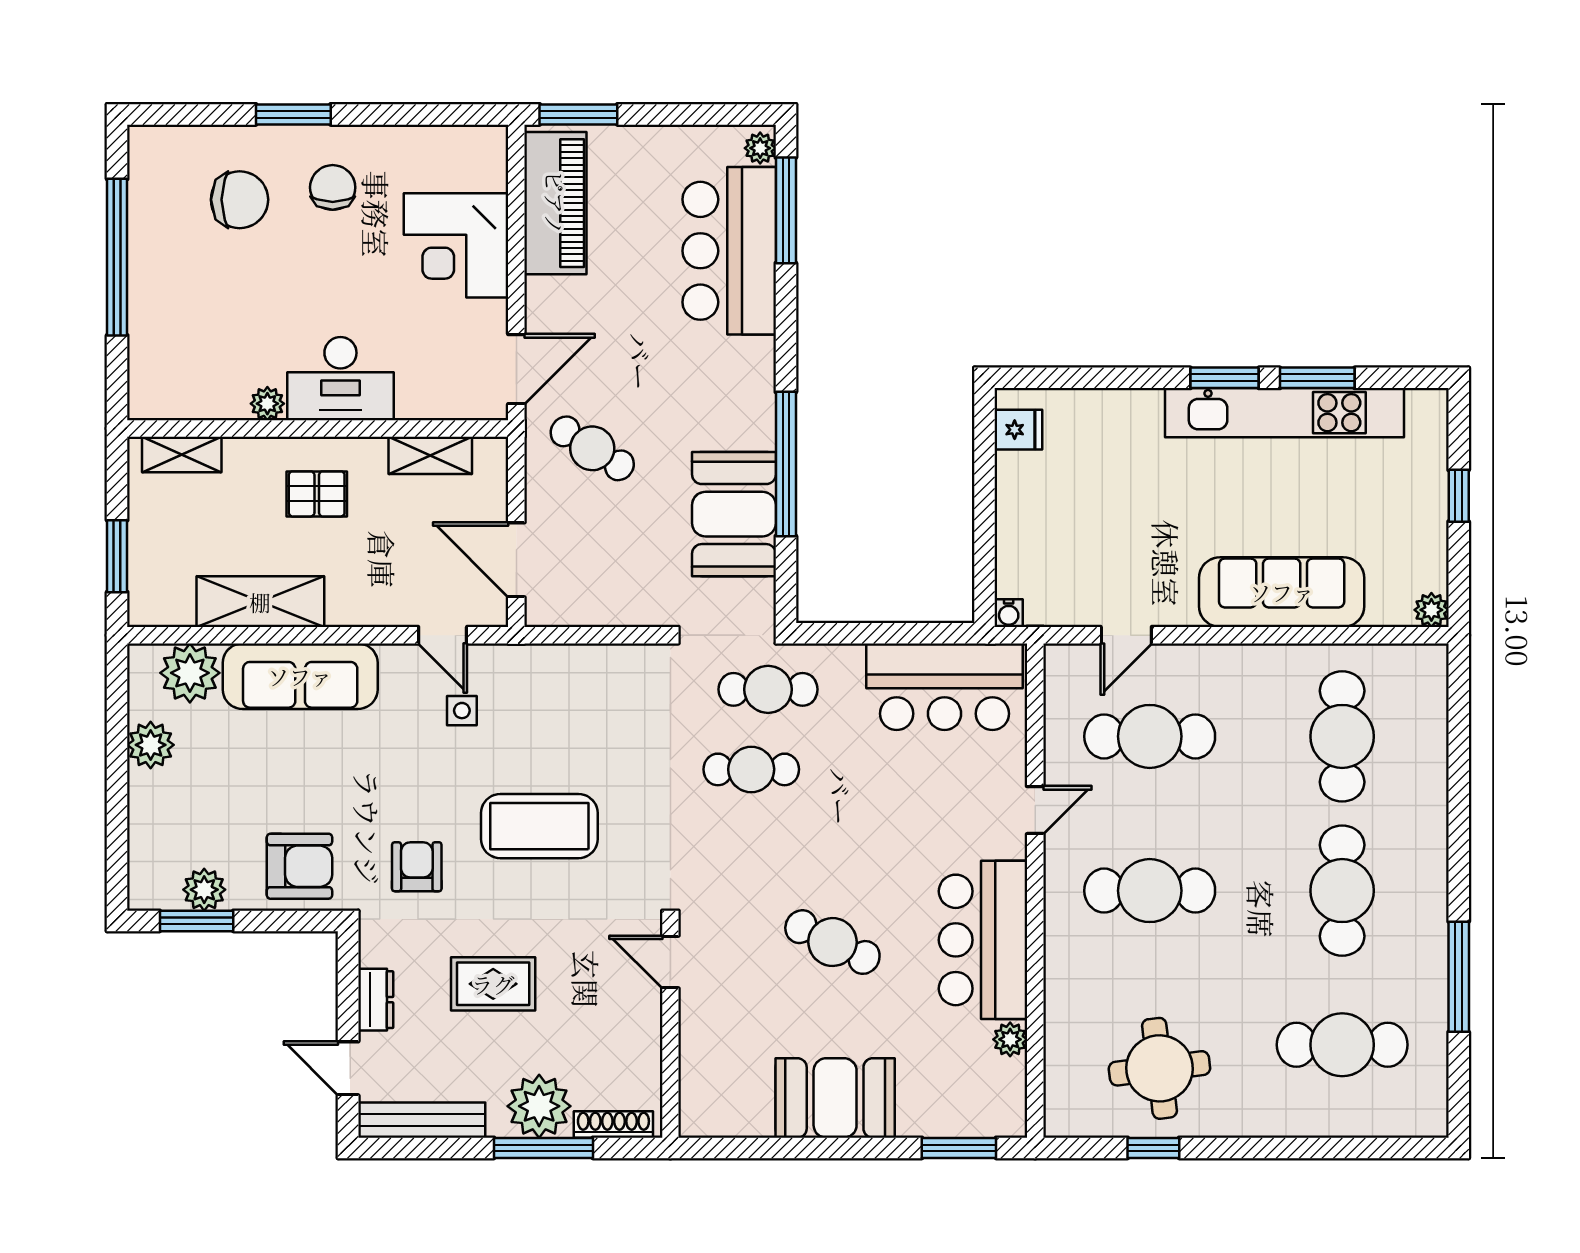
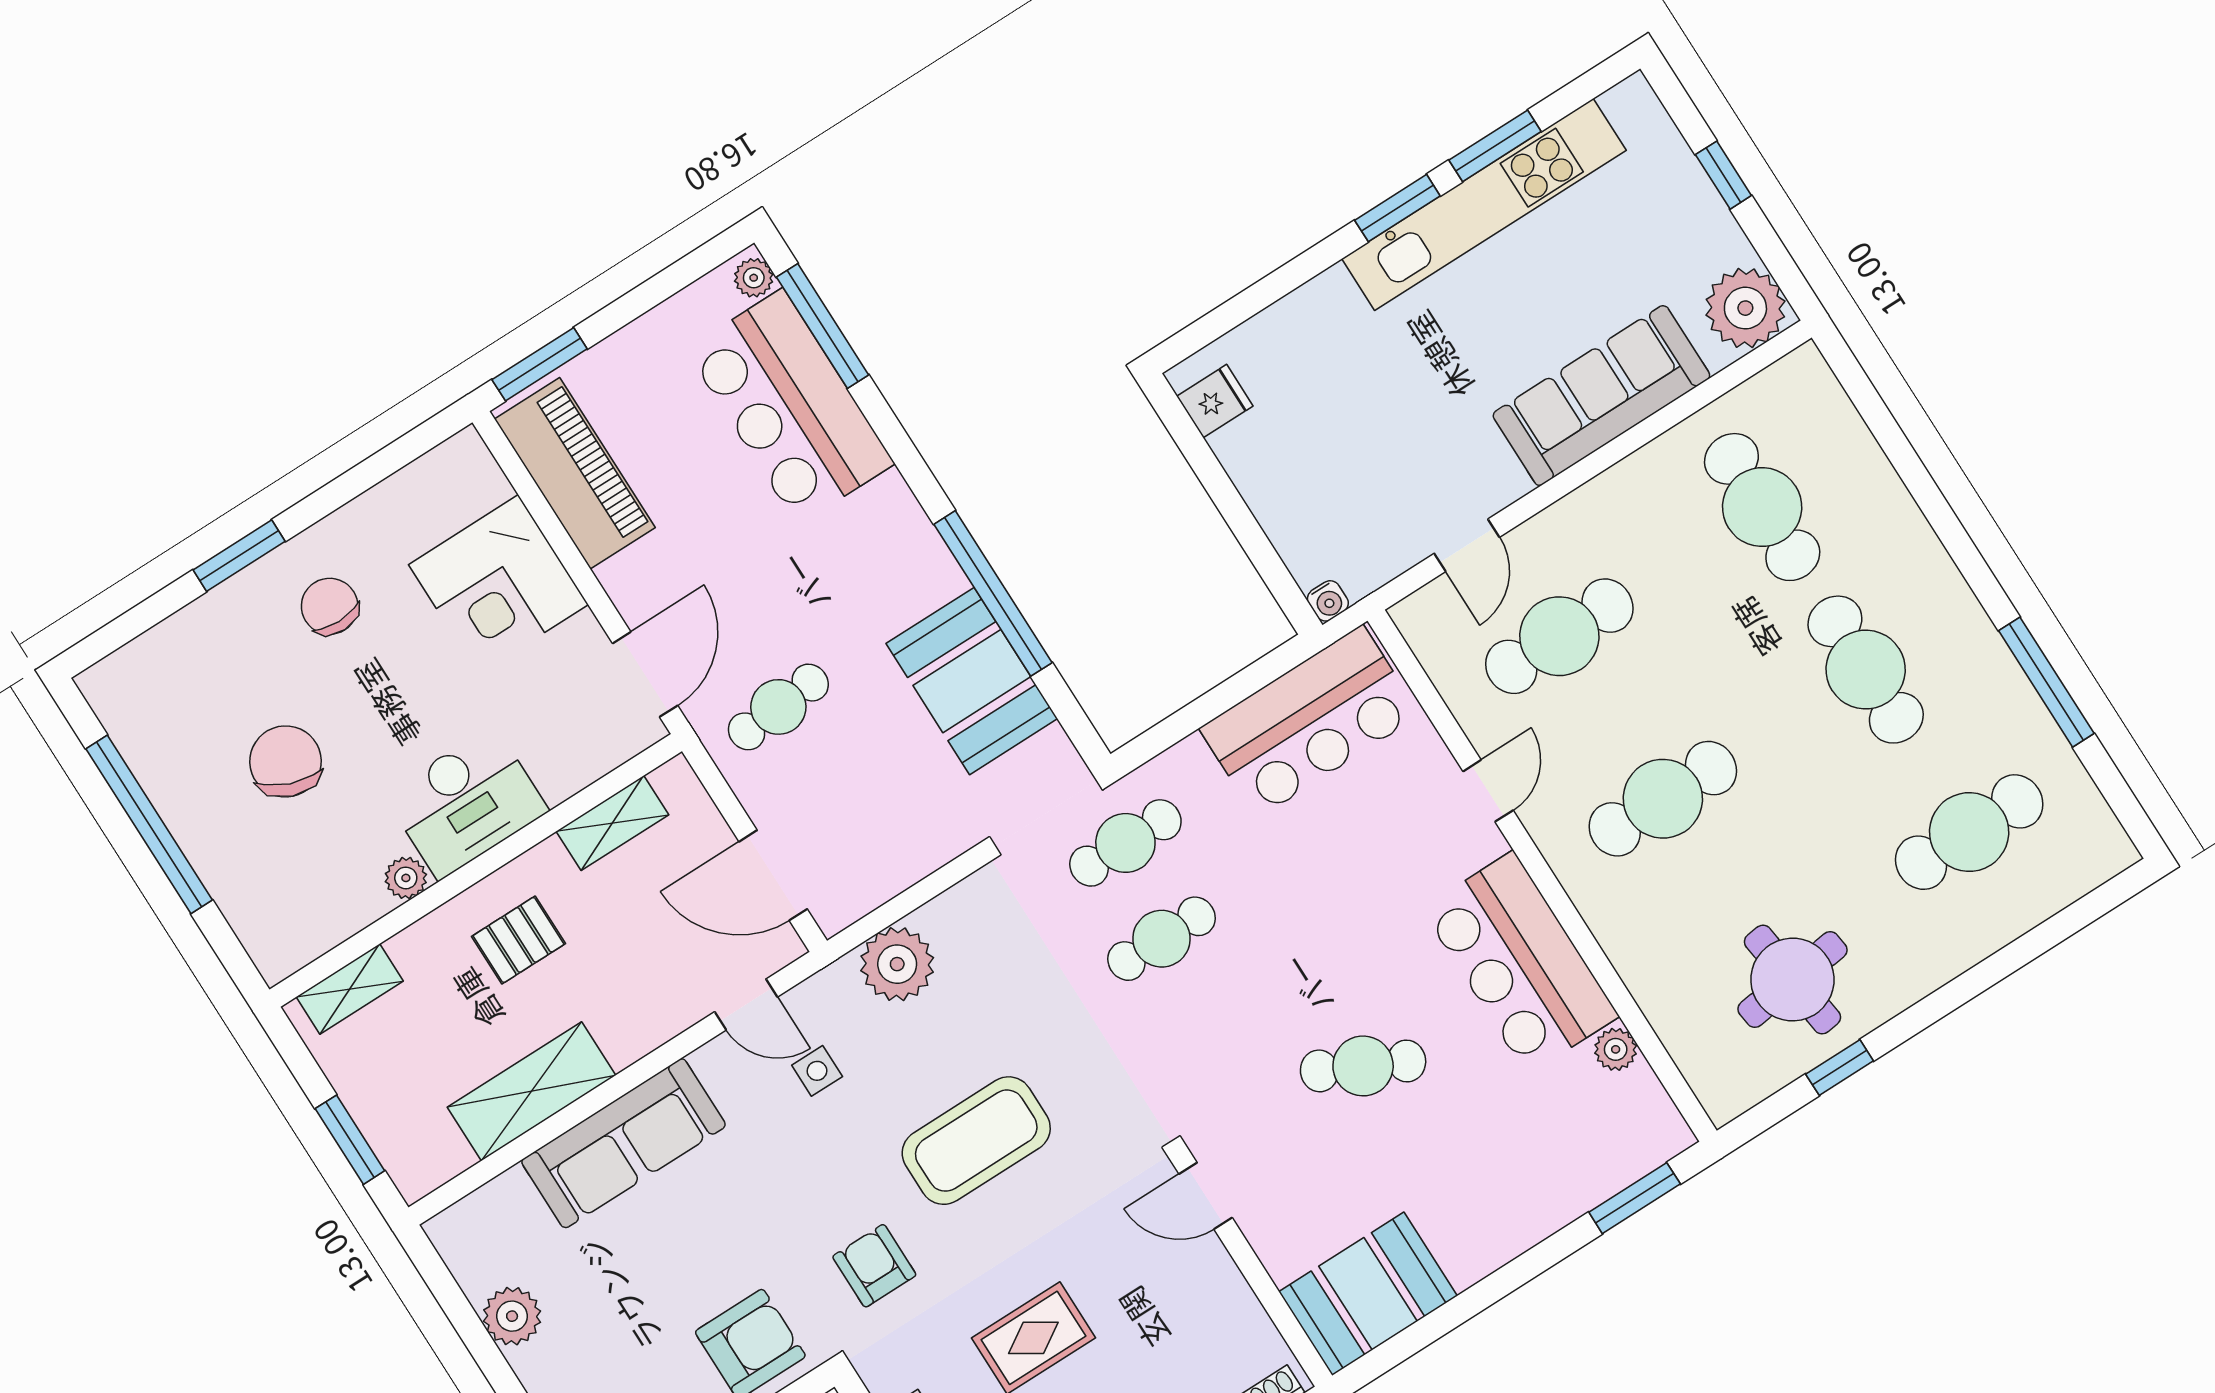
chair: (240, 200) -> (286, 761), moved, turned -69
cafe table: (592, 448) -> (778, 707), turned -37
plant: (1431, 610) -> (1745, 308), width x1.88, depth x1.88
plant: (190, 673) -> (897, 964), moved
booth: (835, 1098) -> (1368, 1294), moved

